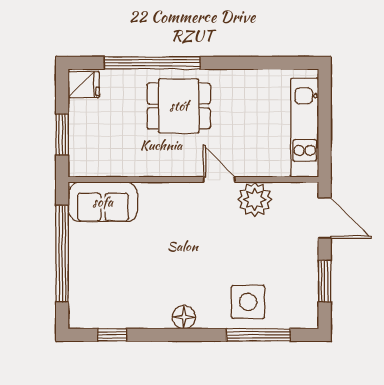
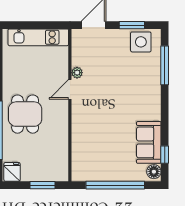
plant: (255, 199) -> (77, 73), width x0.53, depth x0.53
sofa: (103, 202) -> (149, 142), moved, turned 180
side table: (248, 302) -> (141, 42), moved
floor lamp: (184, 317) -> (154, 172), moved

